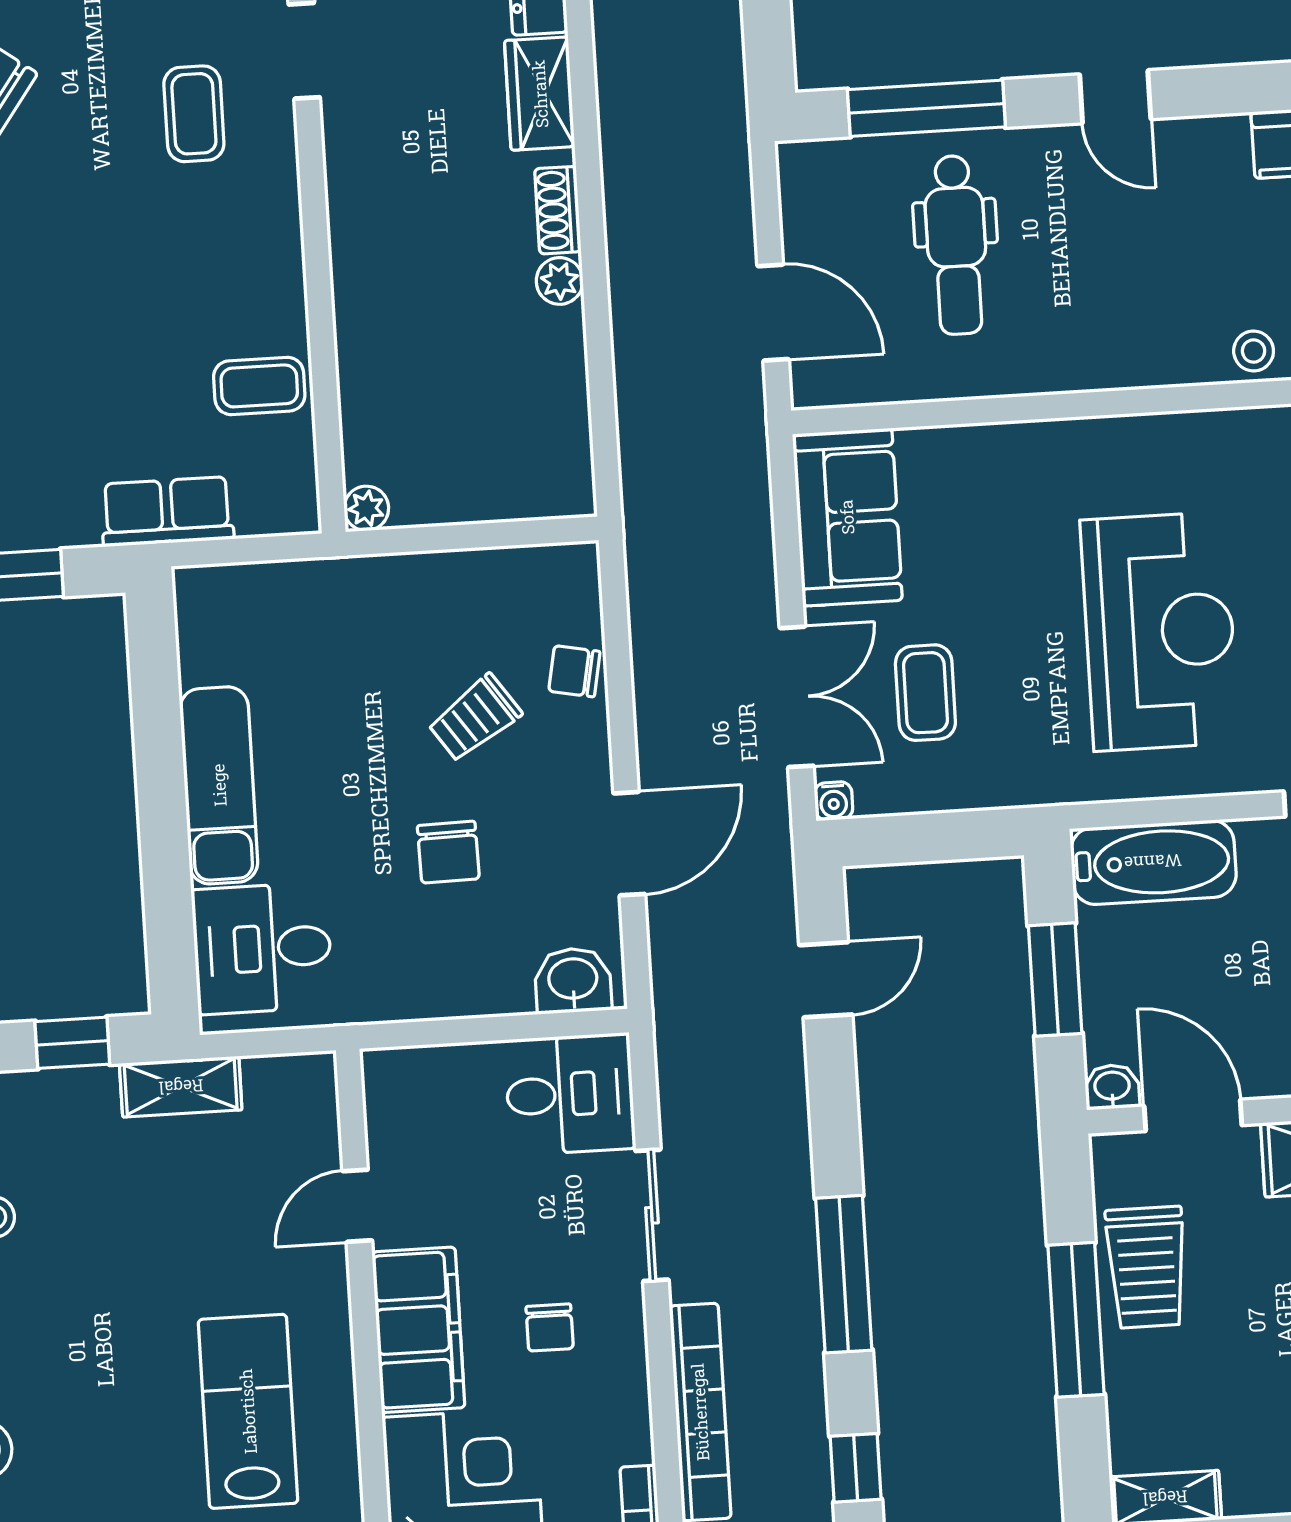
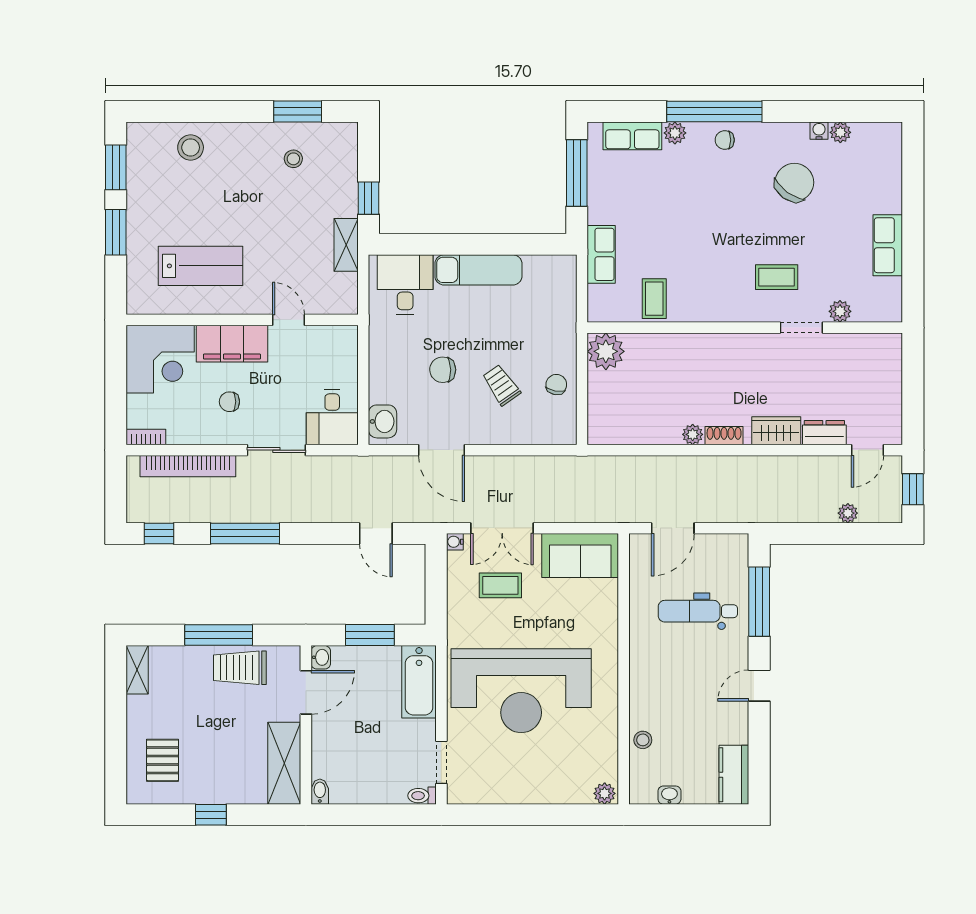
plant: (366, 508) -> (606, 351), width x1.88, depth x1.88
reception desk: (1160, 631) -> (521, 691), width x1.36, depth x1.30
chair: (574, 671) -> (556, 385), moved

